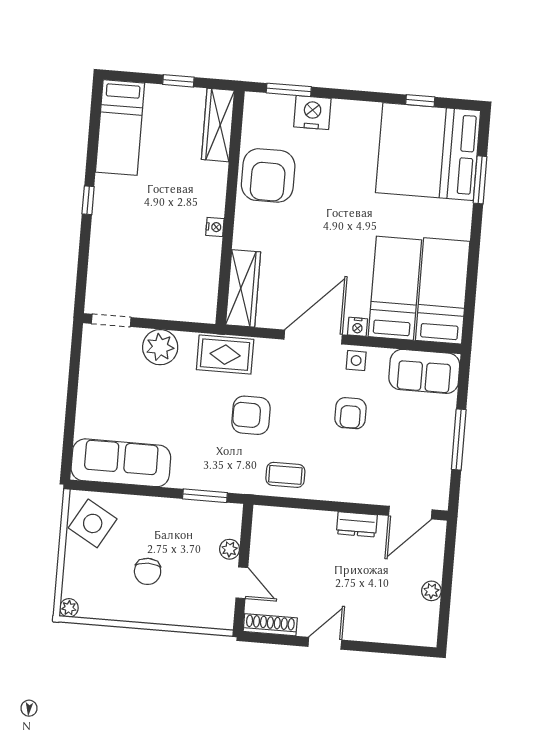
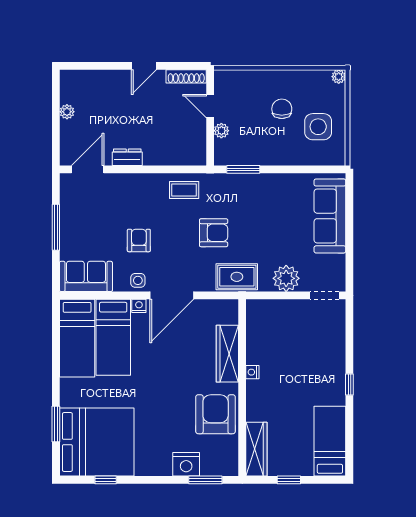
wardrobe: (243, 288) -> (227, 354), moved
sofa: (121, 463) -> (330, 216), moved, turned 90
side table: (93, 523) -> (318, 127), moved, turned -30

